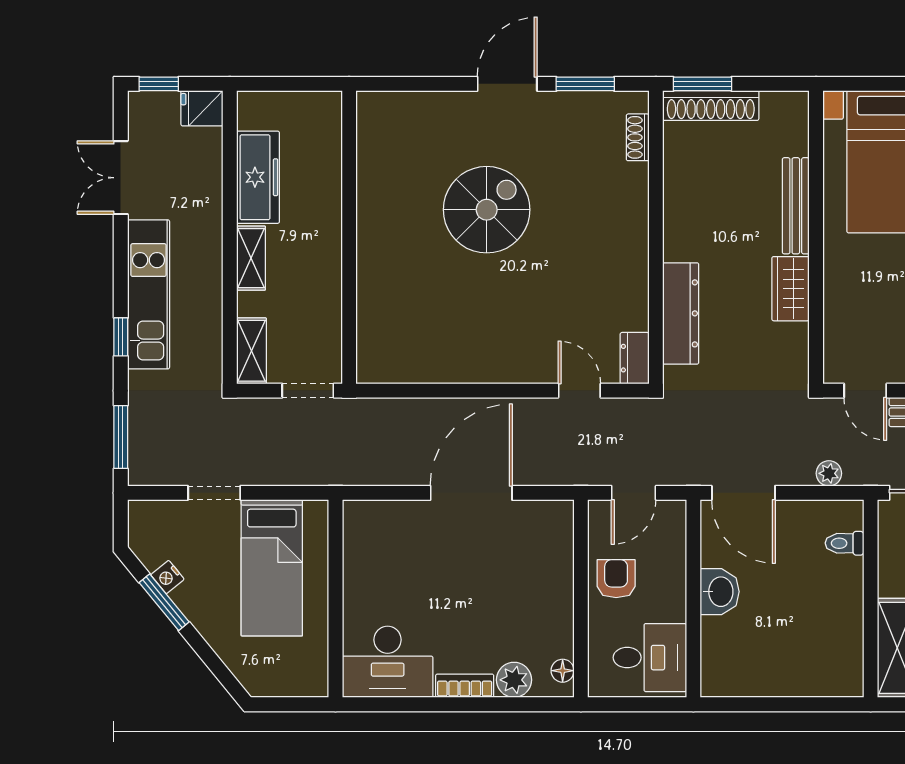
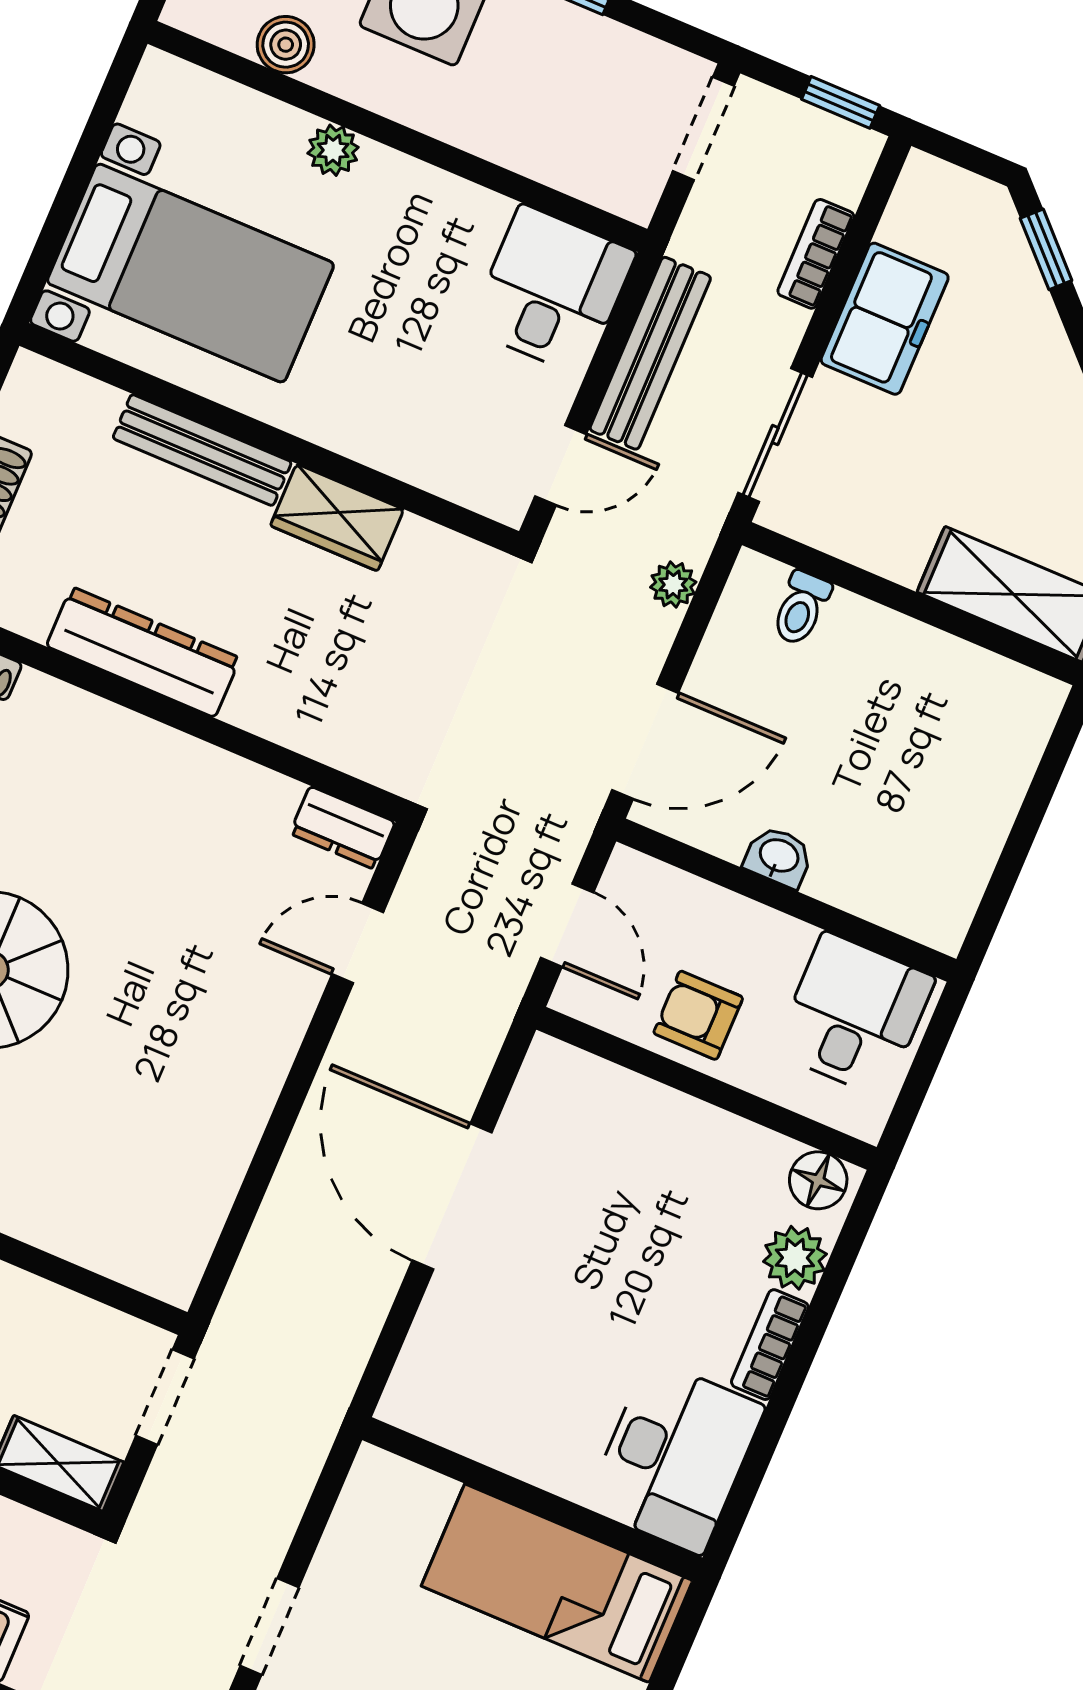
dresser: (681, 313) -> (143, 652), moved
bed: (272, 568) -> (557, 1583), moved, turned 180
washbasin: (720, 592) -> (779, 857), width x0.72, depth x0.69
floor lamp: (563, 671) -> (818, 1180), width x1.37, depth x1.37

